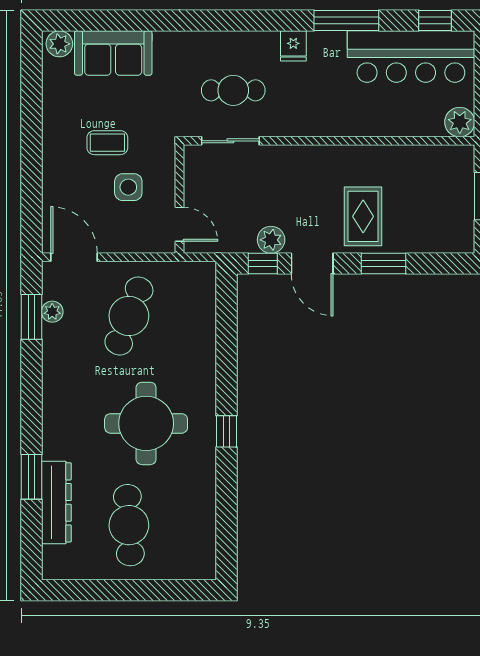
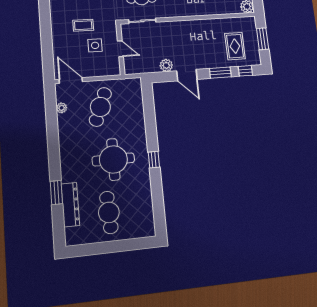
rug: (363, 216) -> (235, 46), moved
door: (180, 224) -> (120, 49), moved
window: (263, 264) -> (245, 71), moved
window: (31, 317) -> (51, 111), removed

